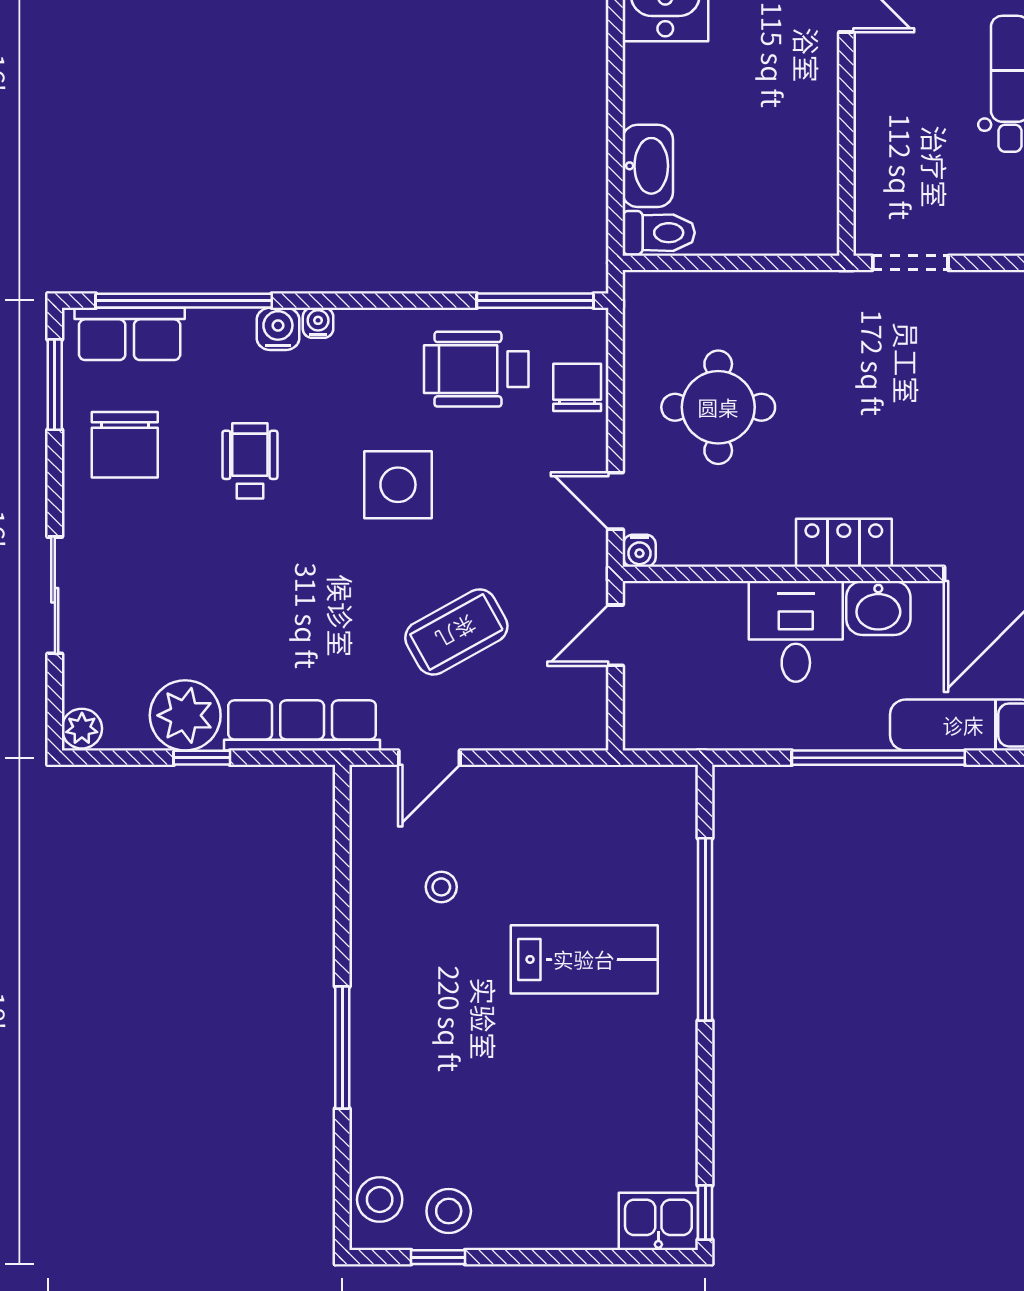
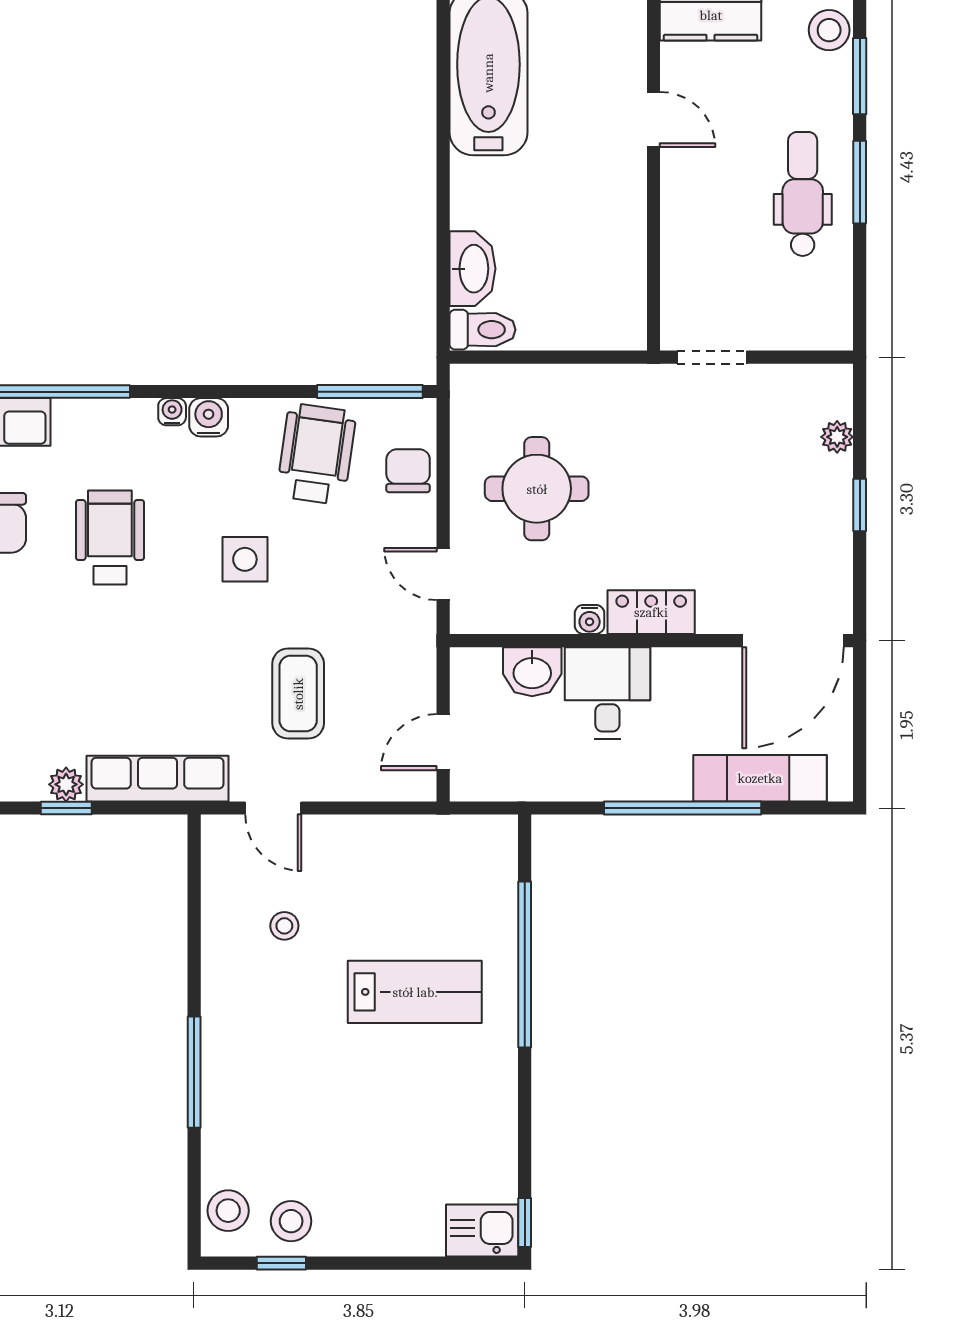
water cooler: (278, 329) -> (209, 417), moved
wheelchair: (476, 369) -> (316, 454), turned 98
wheelchair: (250, 461) -> (110, 538), width x1.36, depth x1.37
side table: (398, 485) -> (245, 559), width x0.73, depth x0.73
water cooler: (639, 551) -> (590, 619), moved
washbasin: (878, 608) -> (532, 672), moved
coffee table: (456, 632) -> (298, 694), turned -61
door: (615, 635) -> (443, 742), moved
plant: (185, 715) -> (66, 784), width x0.53, depth x0.53
door: (429, 758) -> (273, 808), hinge flipped

